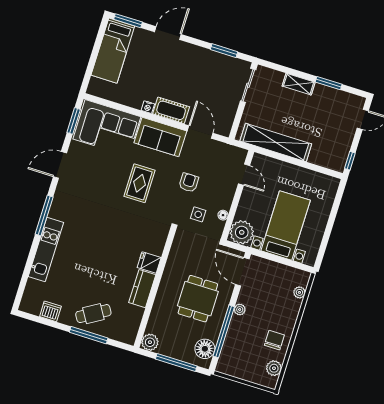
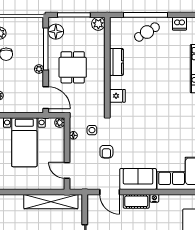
rug: (139, 183) -> (143, 140), removed
plant: (242, 232) -> (60, 123), width x0.53, depth x0.53
fridge: (149, 262) -> (117, 96), moved
window: (89, 335) -> (146, 15), width x1.46

